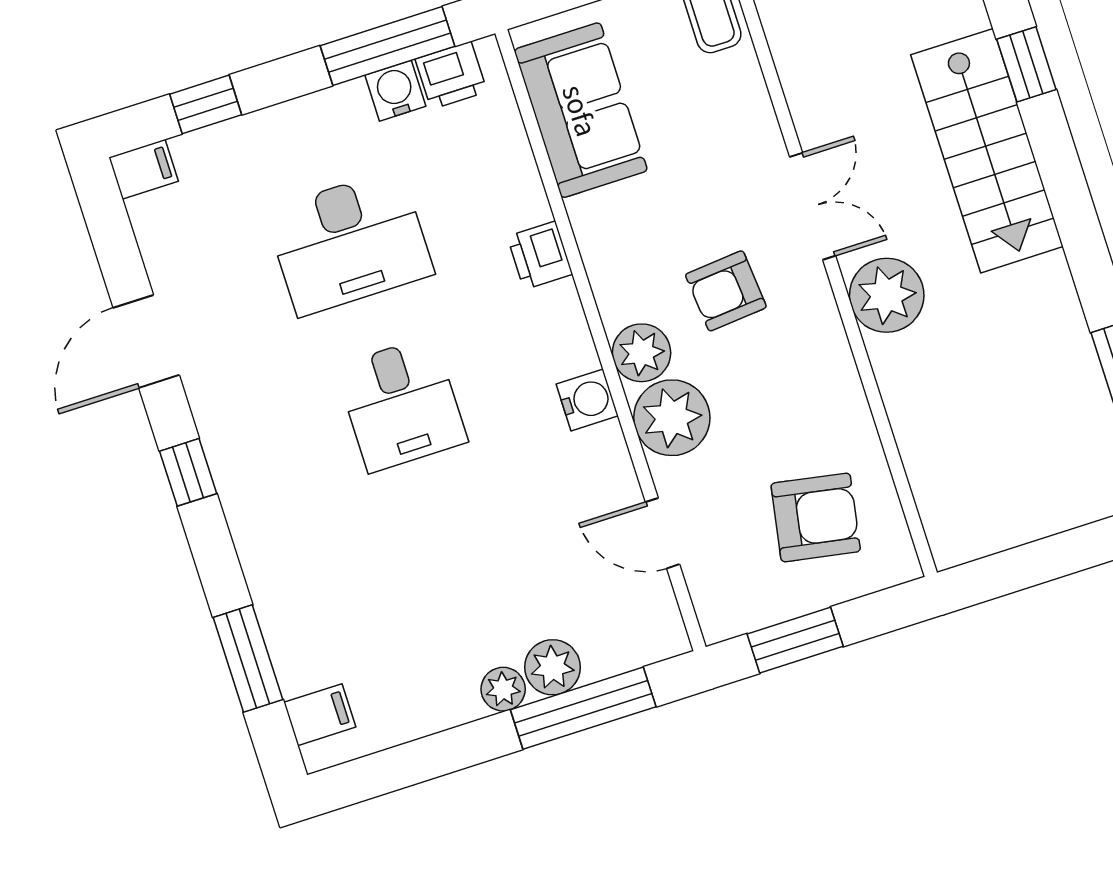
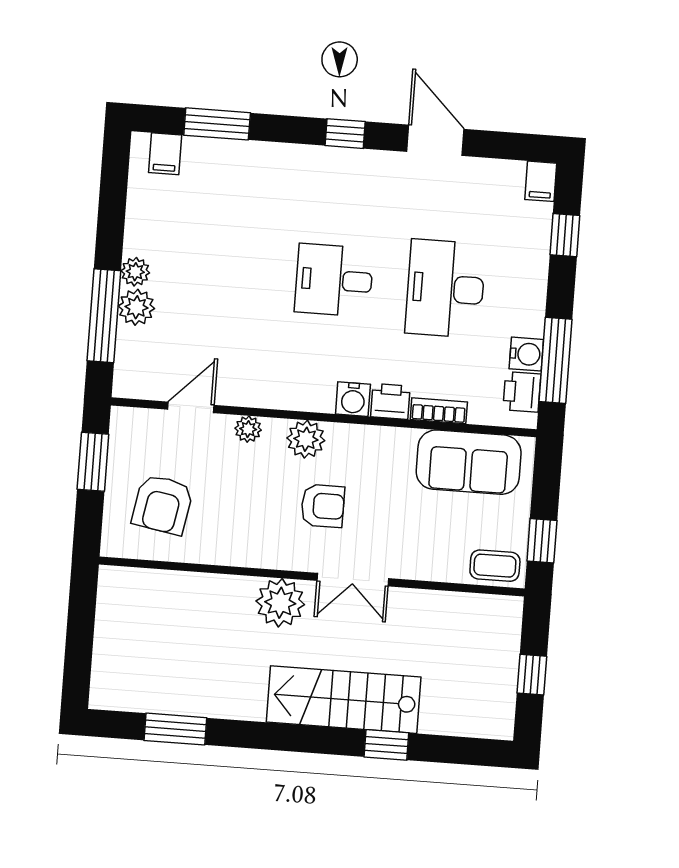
bookcase: (525, 182) -> (439, 411), added
armchair: (726, 291) -> (323, 506), turned 95
water cooler: (587, 400) -> (353, 399), moved
plant: (672, 418) -> (248, 429), width x0.53, depth x0.53

